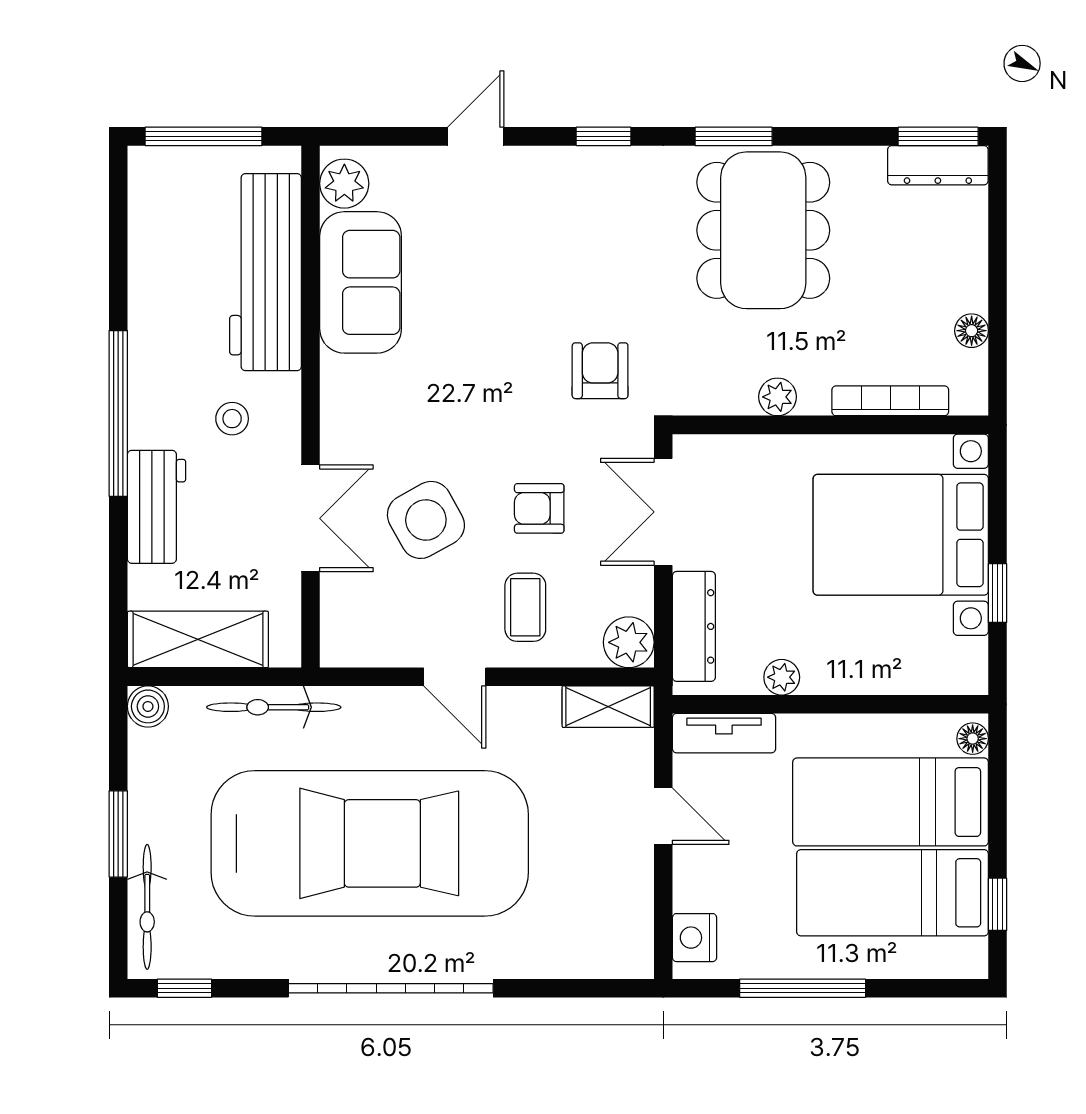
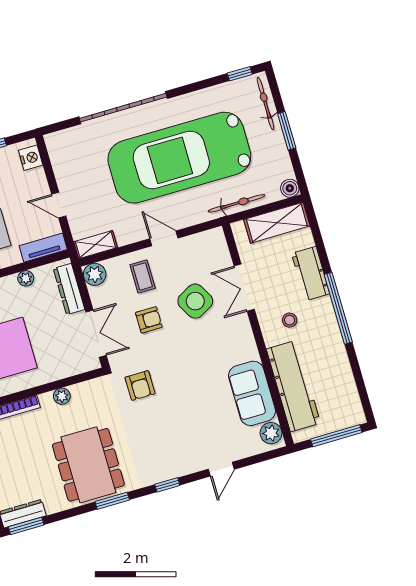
garage door: (391, 988) -> (123, 108), moved

